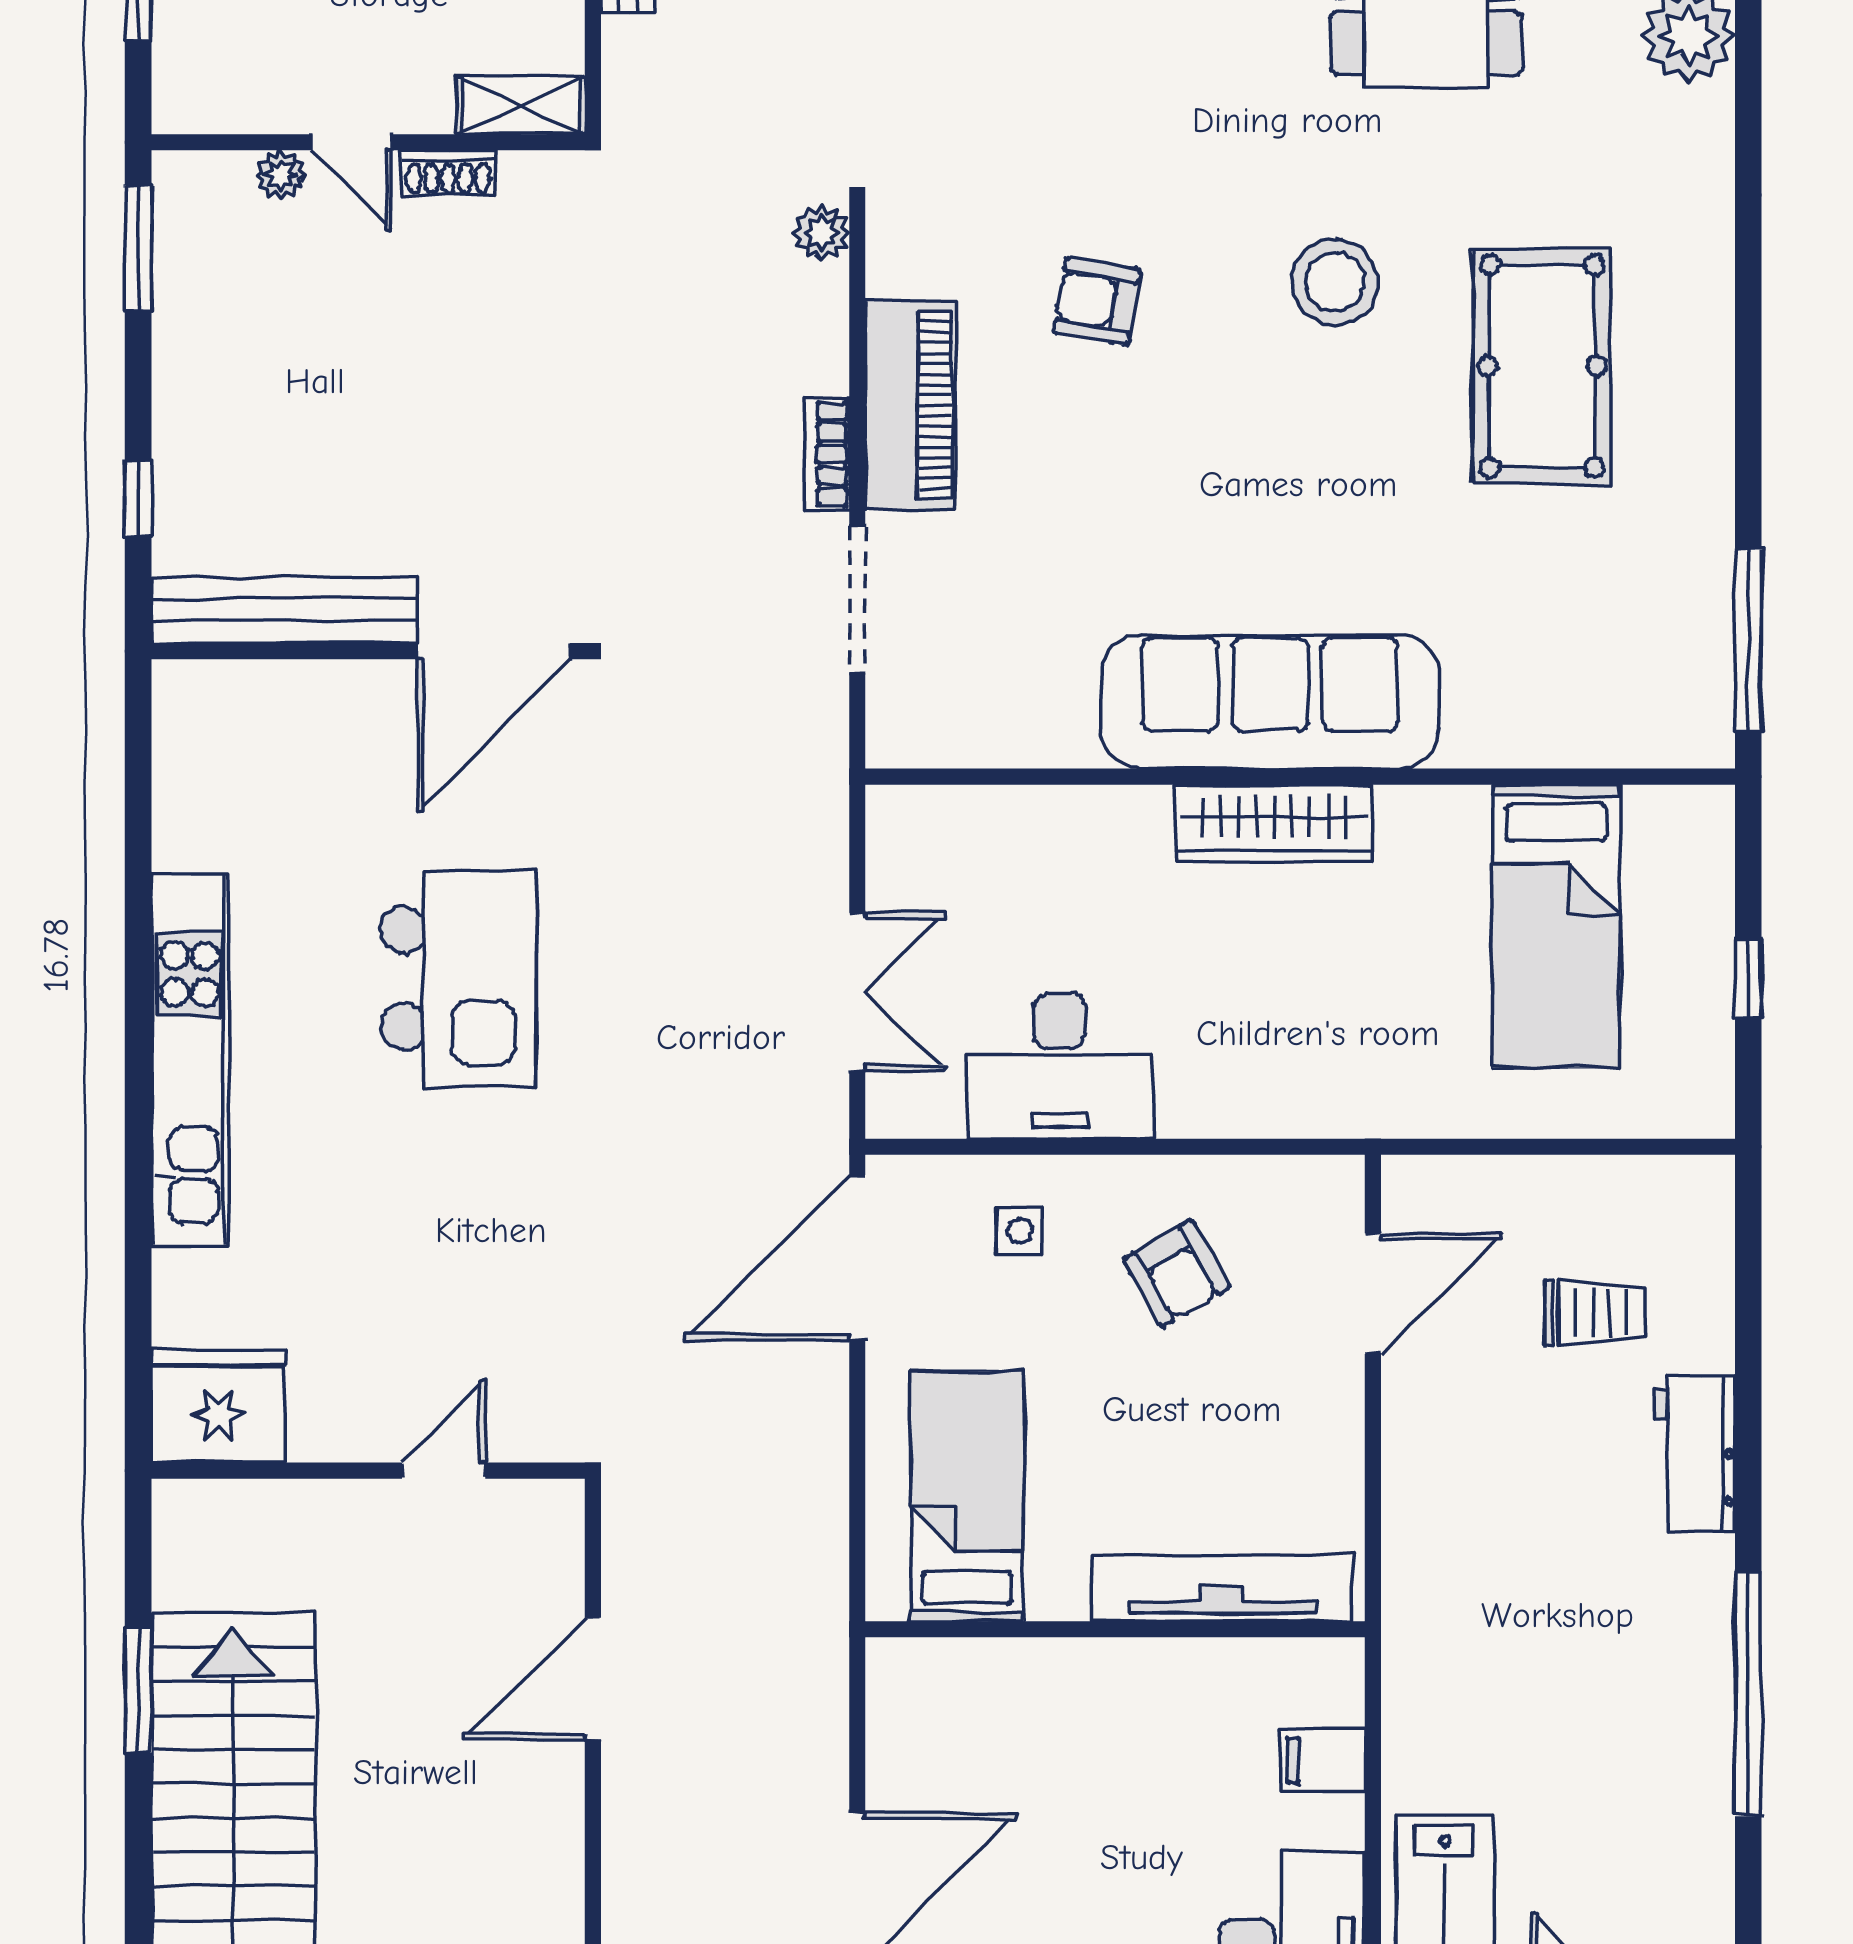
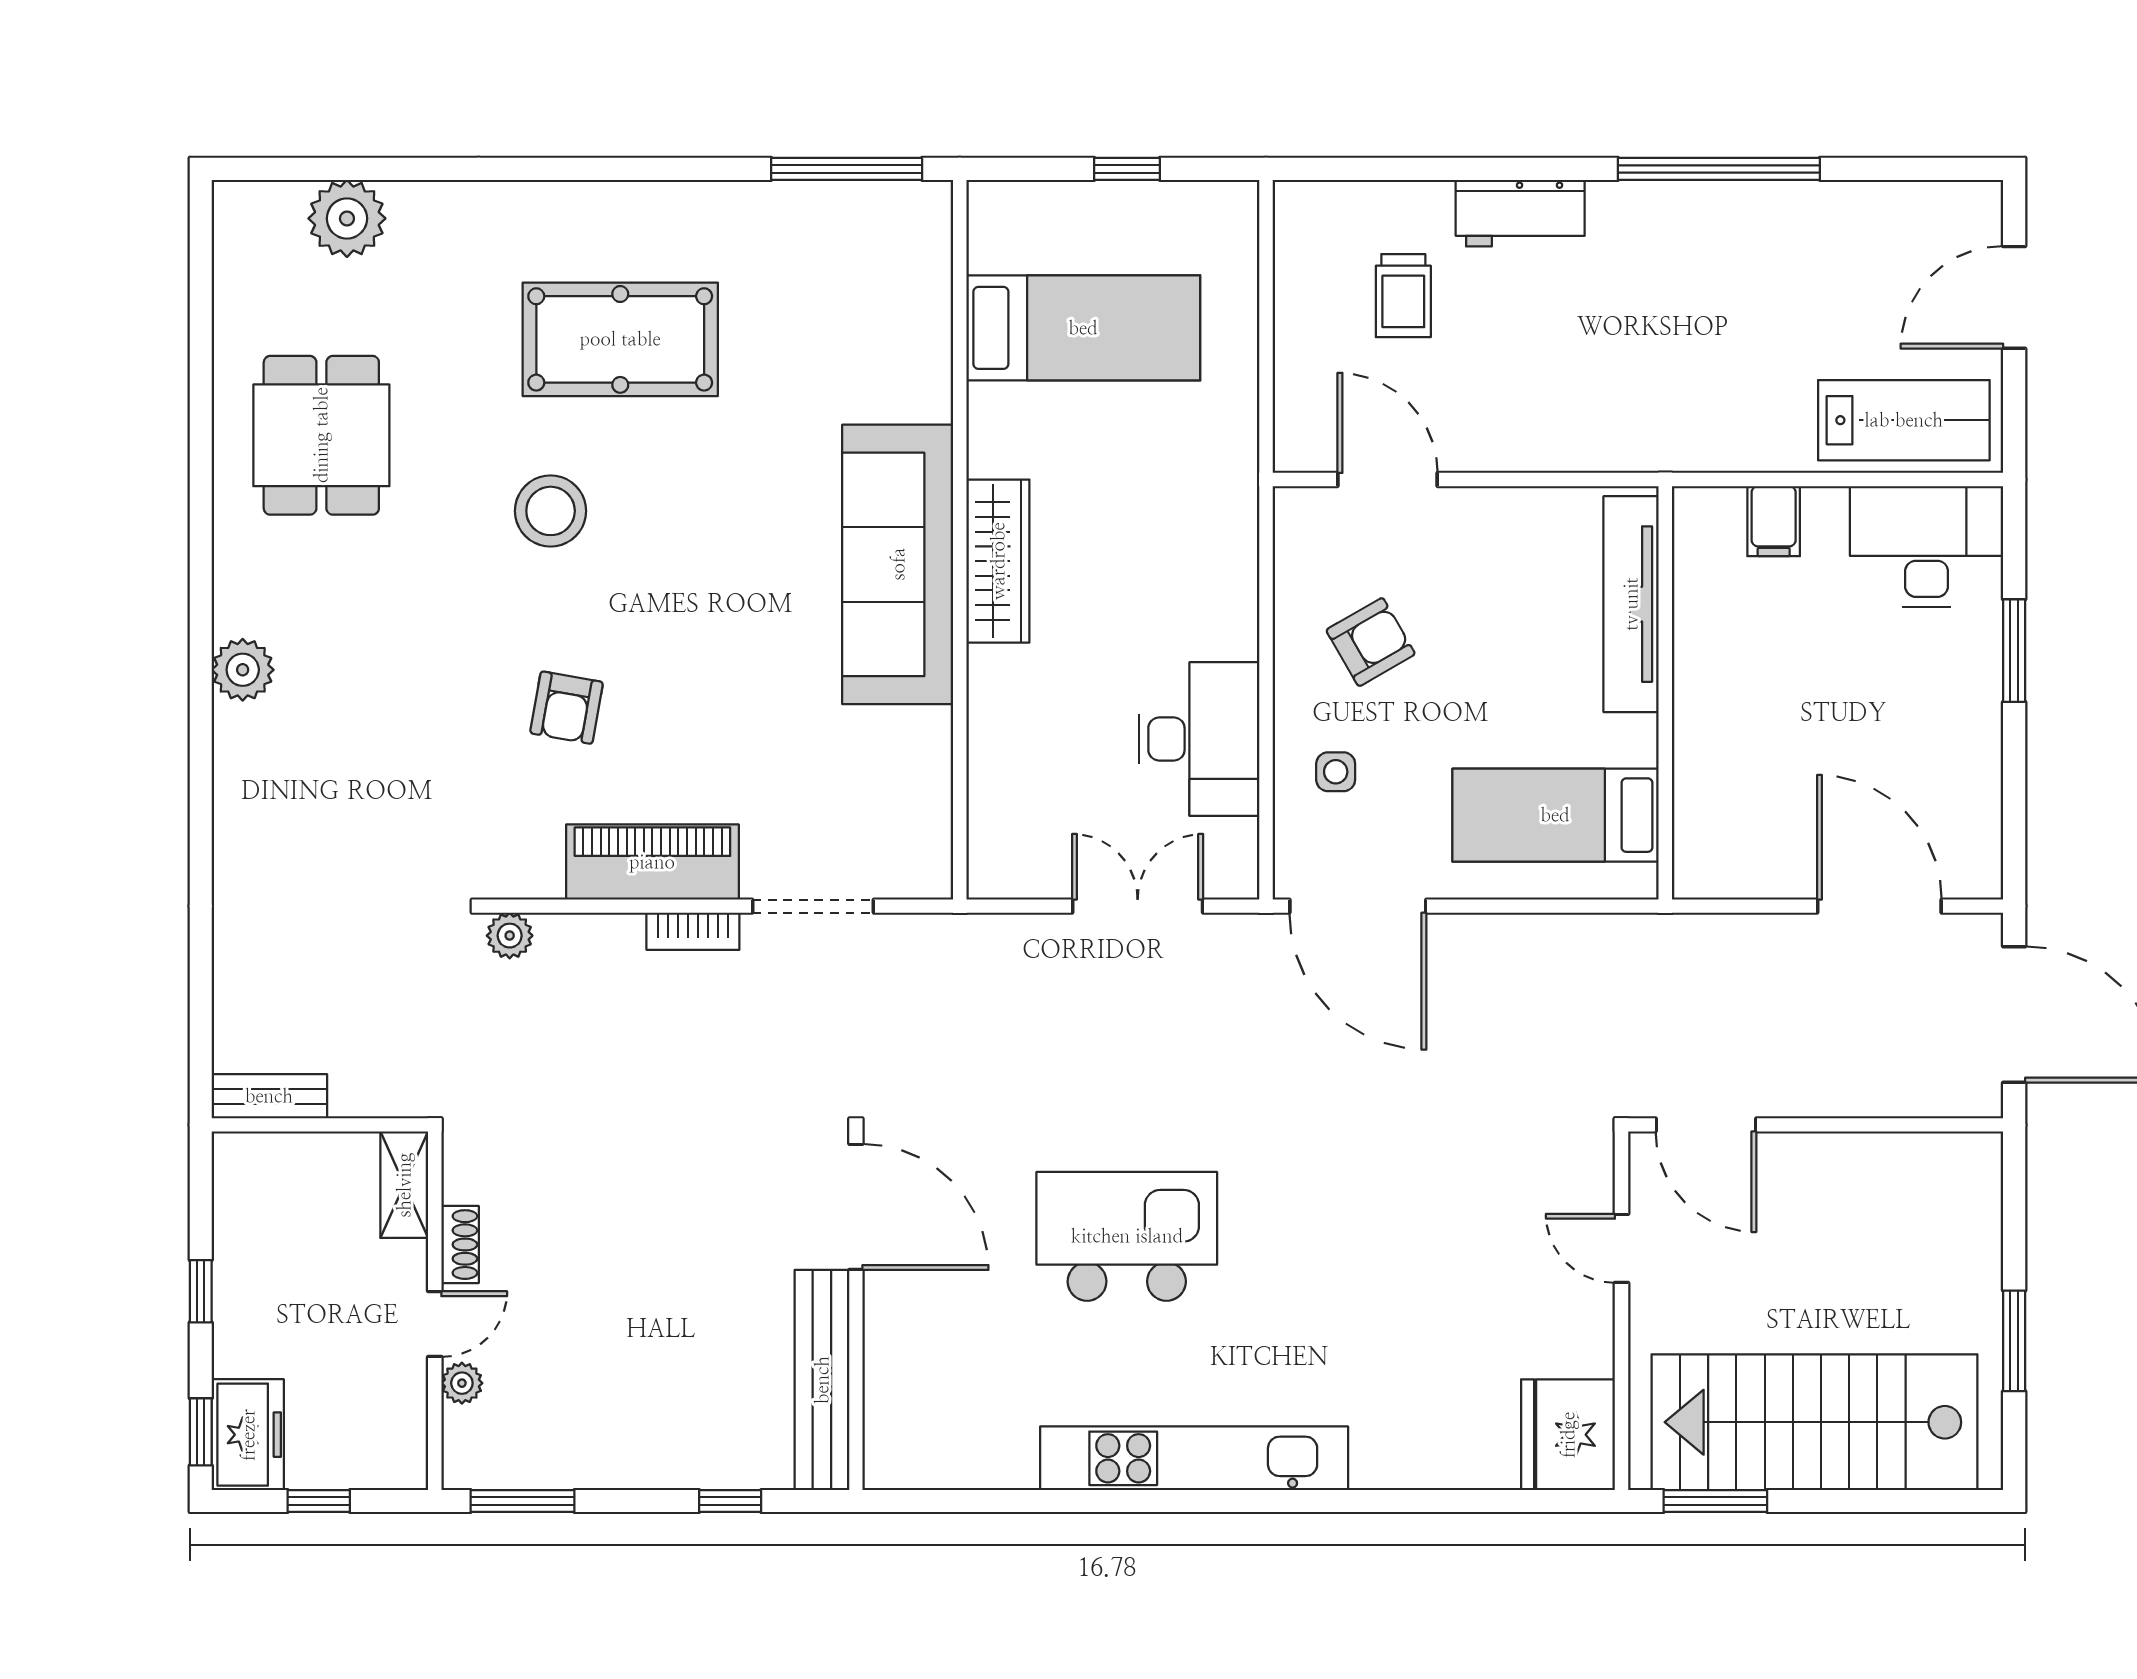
trolley: (1595, 1313) -> (1403, 296), turned 180
fridge: (218, 1406) -> (1568, 1435), moved
wall: (368, 1471) -> (1621, 1311), moved
door: (444, 1471) -> (1621, 1248), moved

